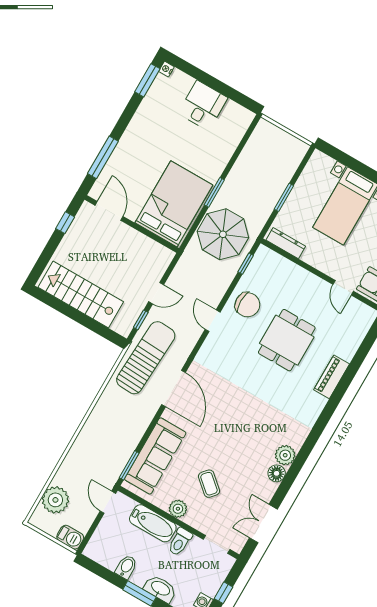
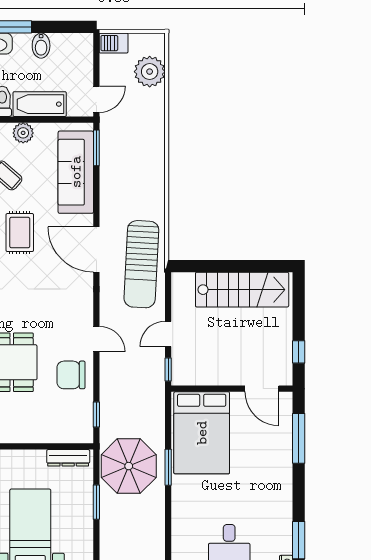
parasol: (223, 234) -> (129, 466), moved
window: (141, 320) -> (168, 369), moved
rug: (224, 435) -> (20, 233), added
door: (108, 502) -> (96, 99), hinge flipped

